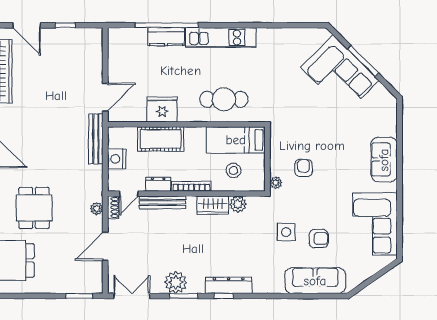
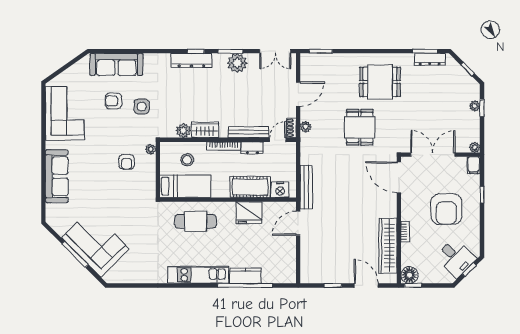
nightstand: (117, 159) -> (280, 190), moved, turned 90
sofa: (384, 160) -> (57, 176), width x1.36

